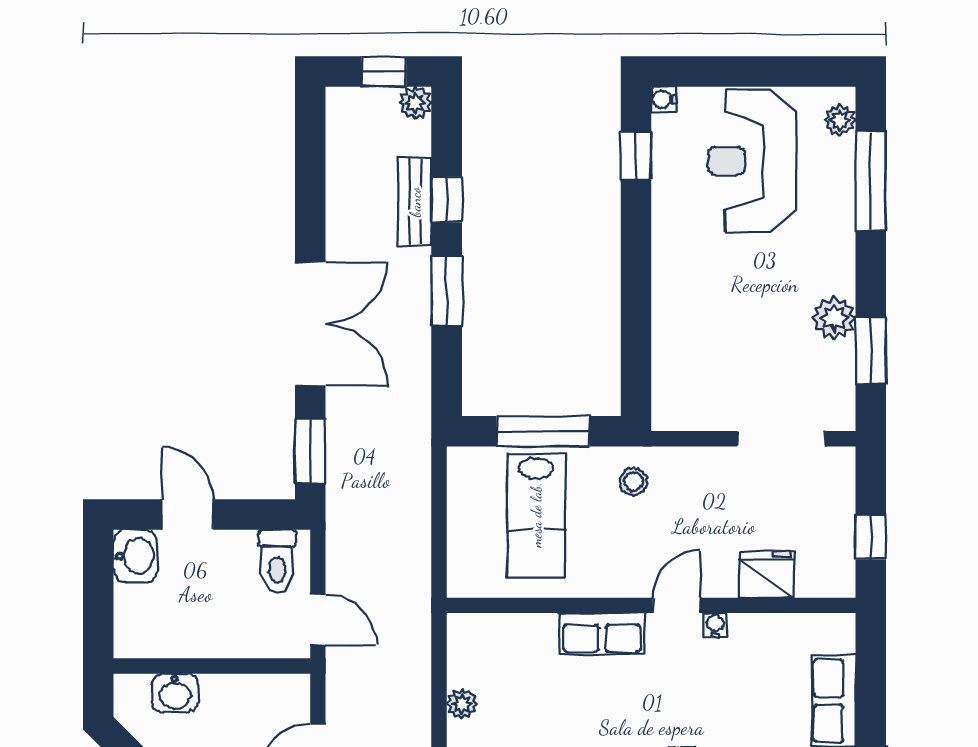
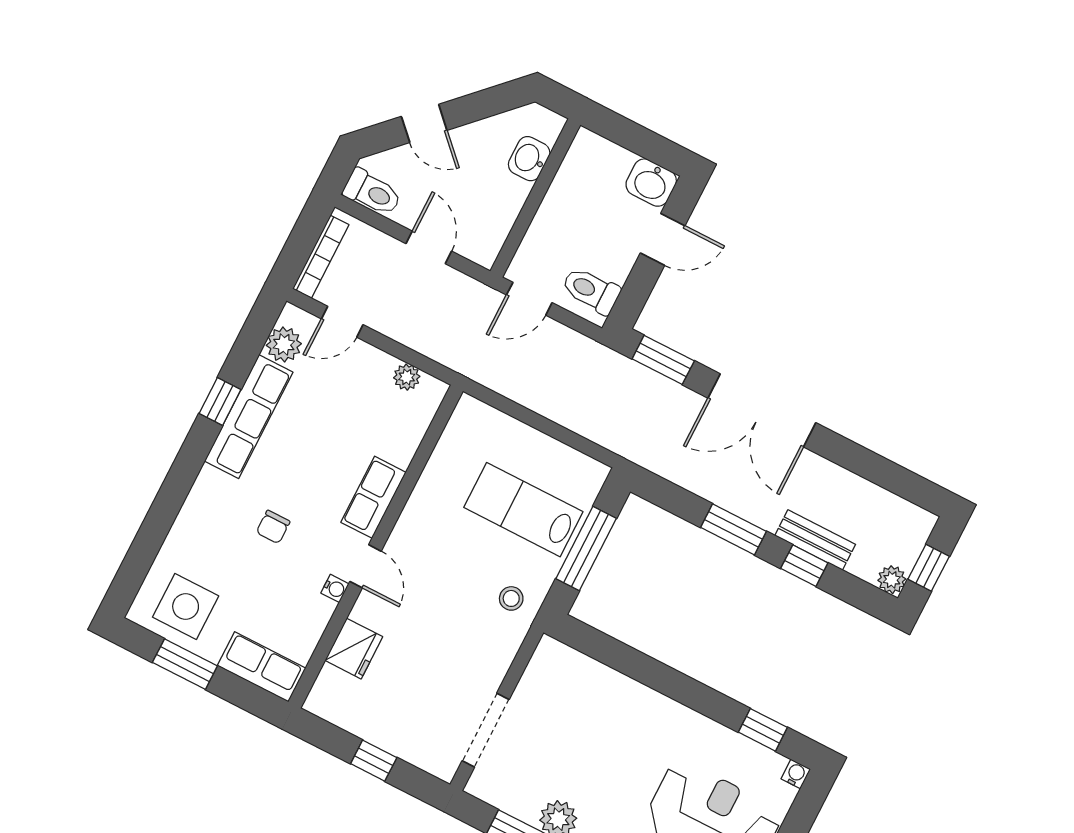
fridge: (767, 574) -> (354, 649), moved
wall: (651, 605) -> (376, 547), moved
door: (677, 605) -> (366, 566), moved
water cooler: (715, 625) -> (335, 588), moved
row of seats: (602, 633) -> (373, 497), moved

